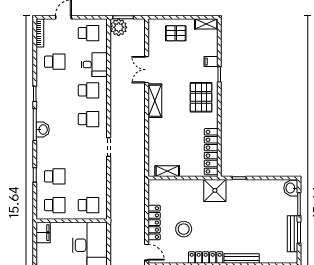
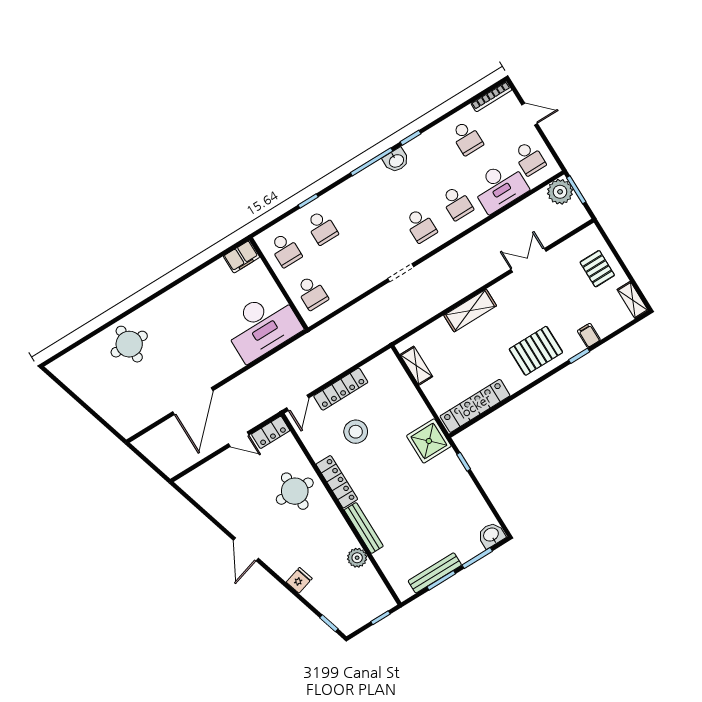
desk: (94, 65) -> (500, 187), width x1.37
shelving: (155, 101) -> (470, 311), moved
washbasin: (43, 130) -> (396, 160), moved

